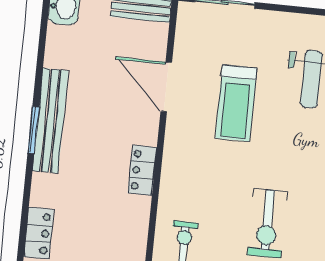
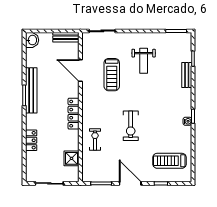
locker: (142, 170) -> (74, 114), width x1.53

